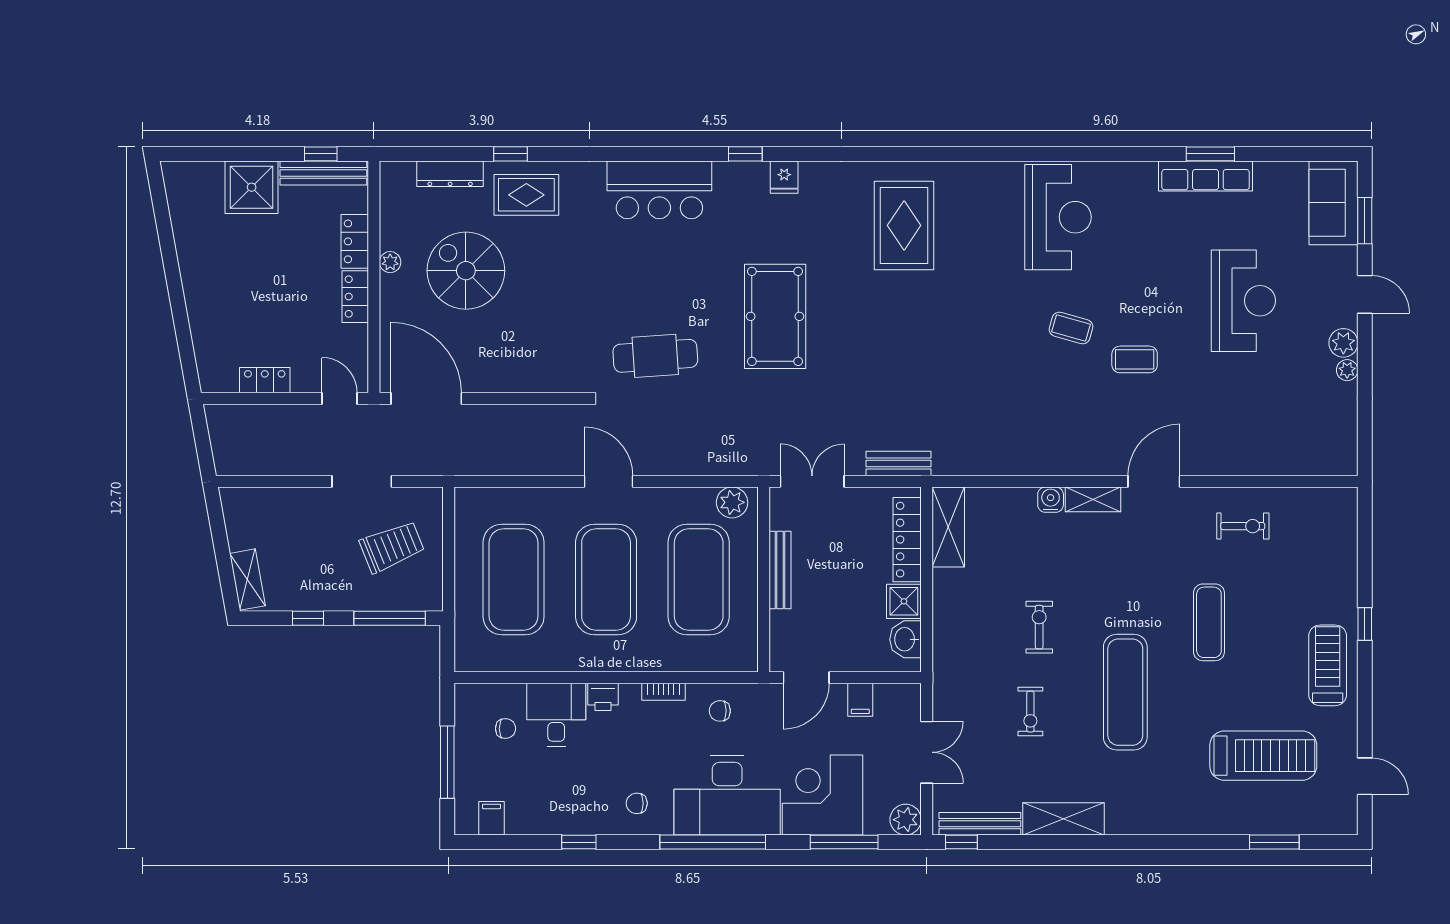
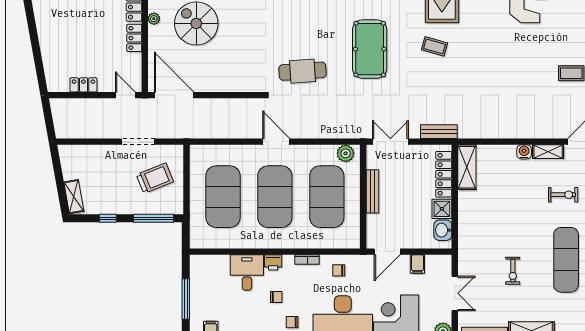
coffee table: (1071, 328) -> (435, 46), moved
exercise bike: (1039, 627) -> (563, 195), moved, turned 90
chair: (506, 729) -> (276, 297), moved

